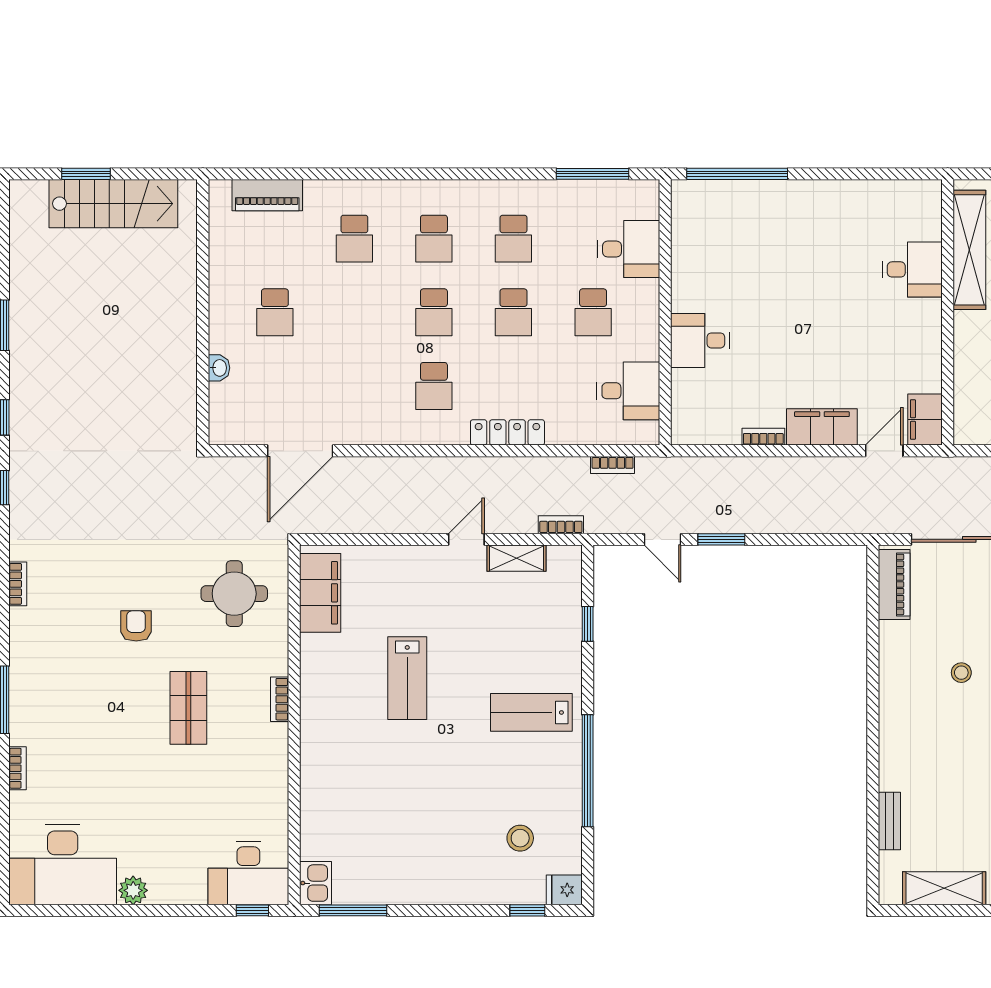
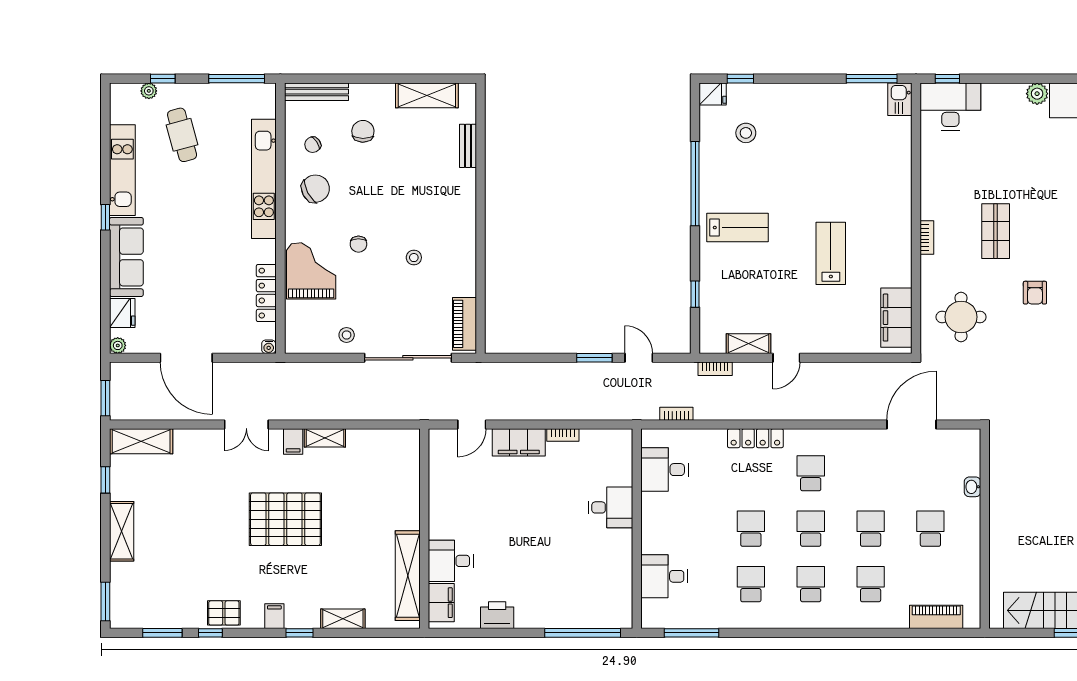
printer: (851, 197) -> (497, 615), added
school desk: (593, 312) -> (871, 529), moved
filing cabinet: (925, 419) -> (441, 603), moved

